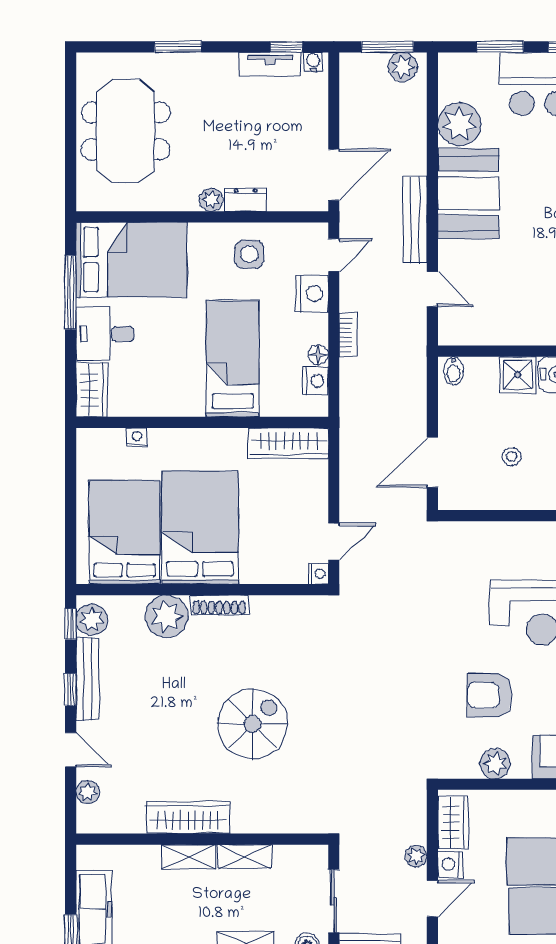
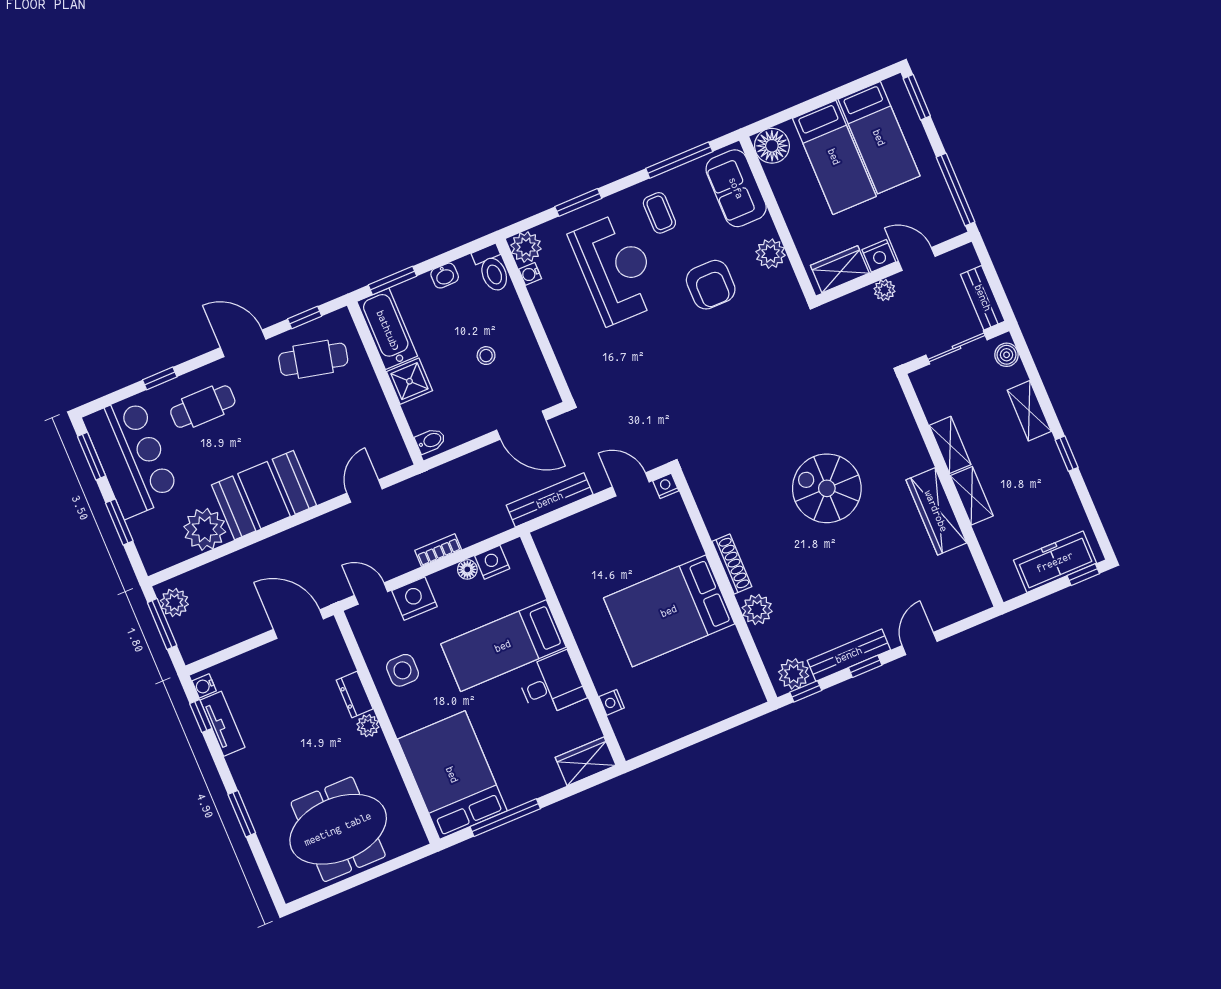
bench: (415, 220) -> (550, 500), moved
desk: (105, 334) -> (551, 684), moved, turned -90
wardrobe: (288, 443) -> (559, 563), removed
bed: (124, 532) -> (702, 678), removed
plant: (167, 616) -> (757, 609), width x0.73, depth x0.73
plant: (88, 792) -> (952, 612), removed

